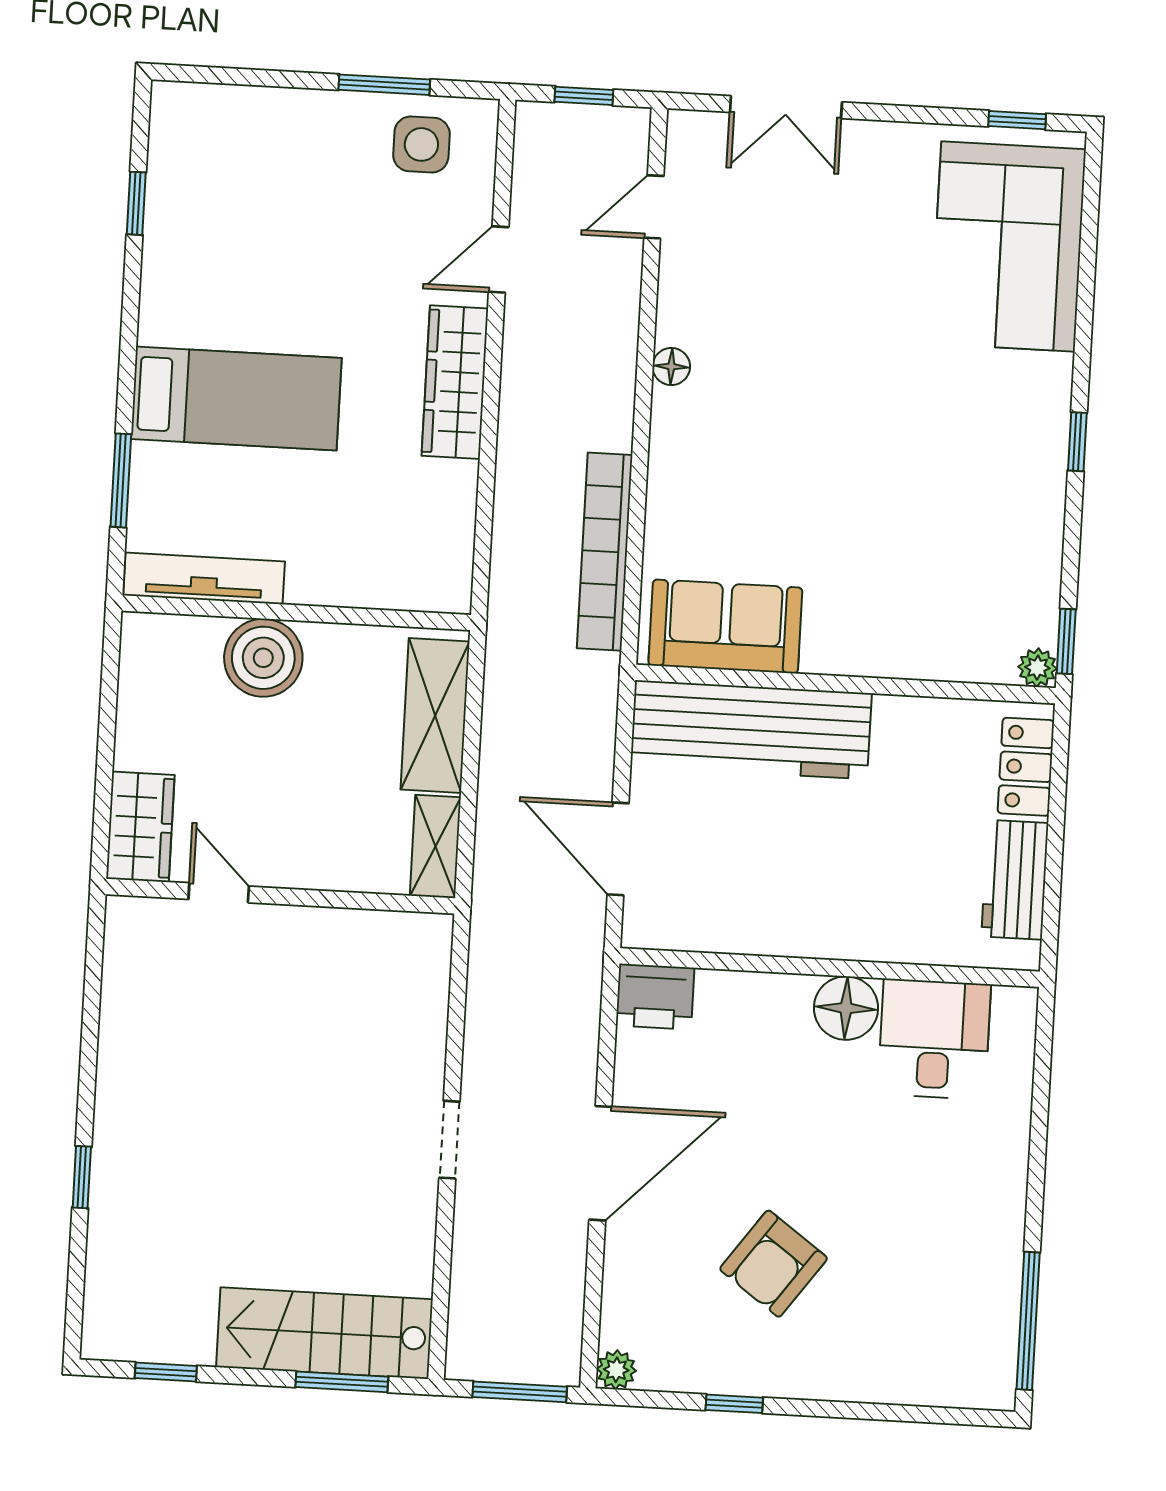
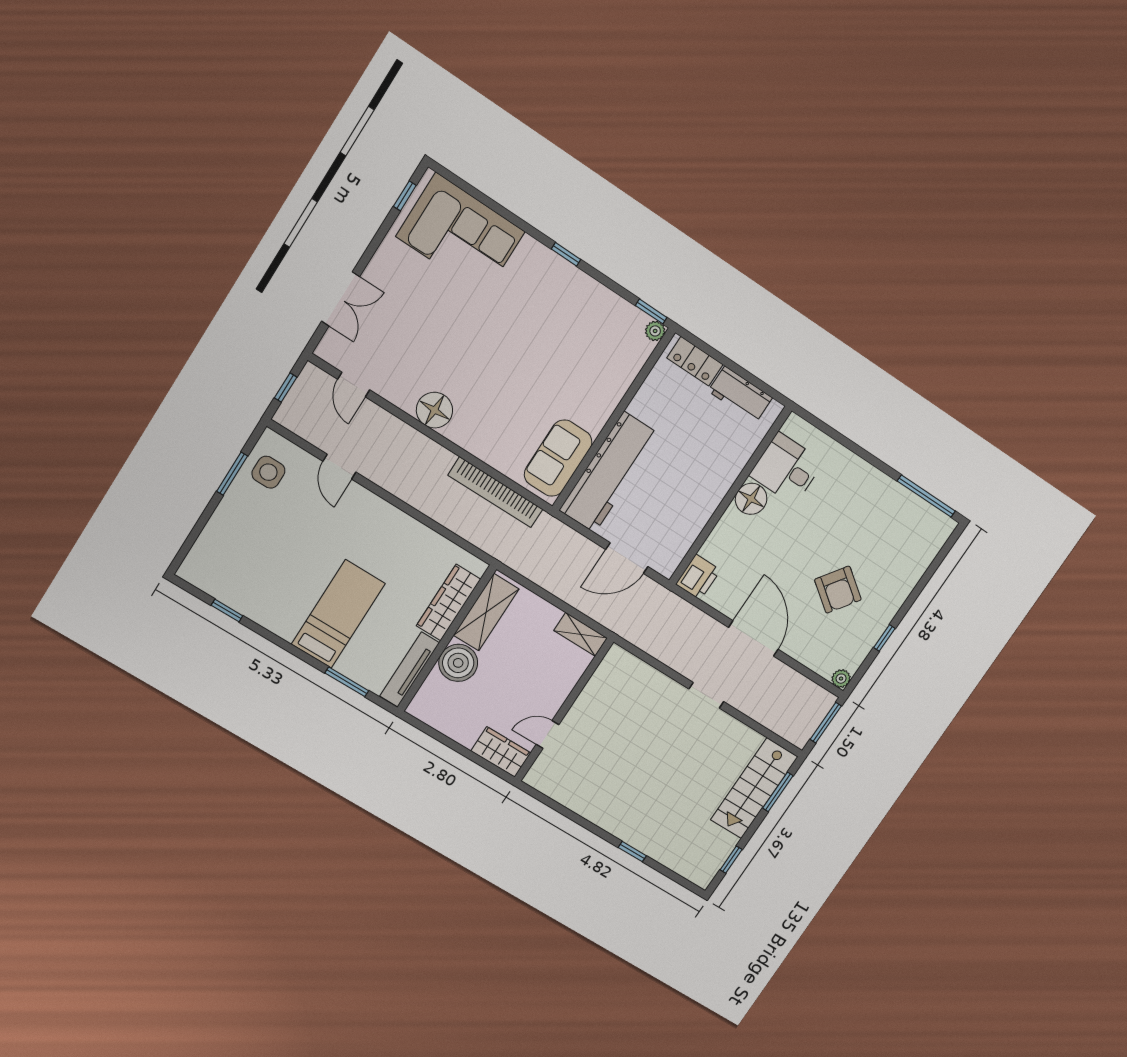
floor lamp: (671, 366) -> (434, 410), width x1.89, depth x1.89
wardrobe: (455, 382) -> (449, 603), moved, turned 90
shelving: (435, 716) -> (486, 612), moved, turned 90

